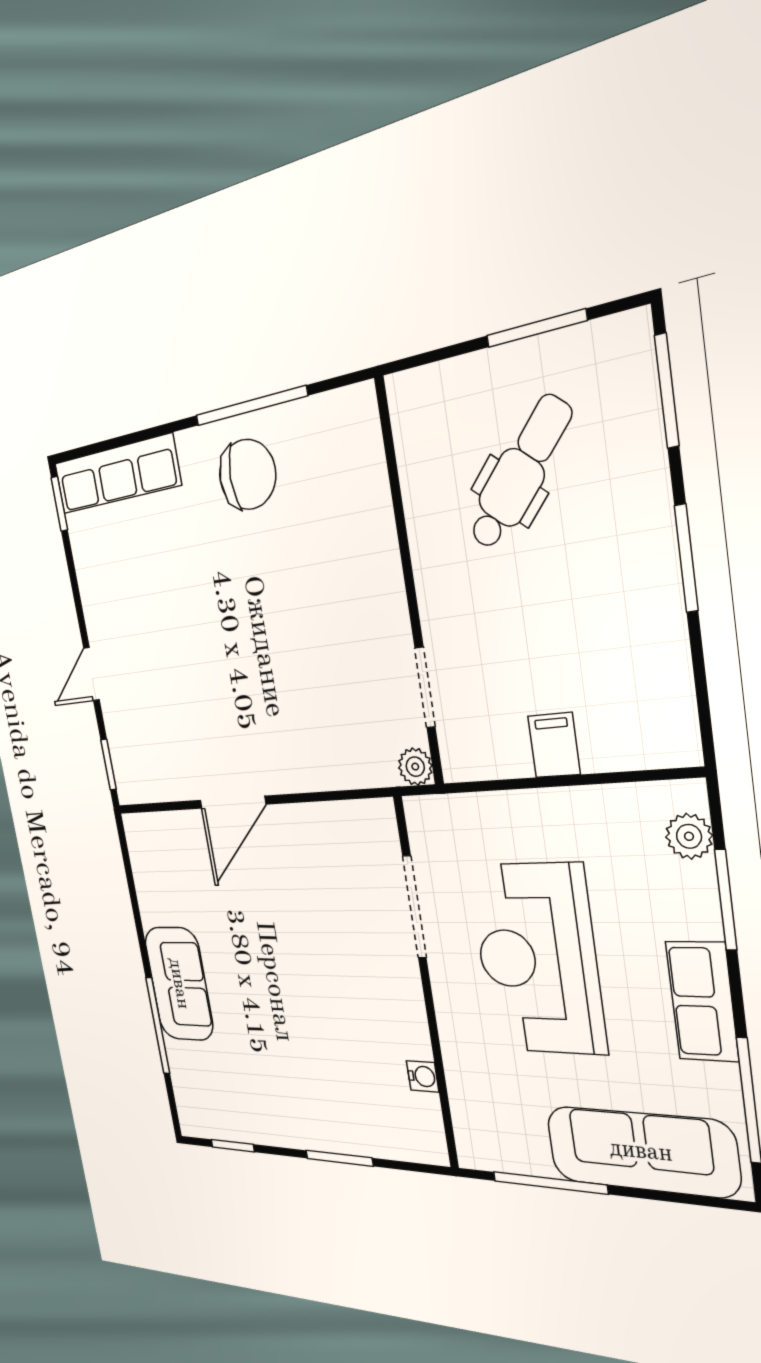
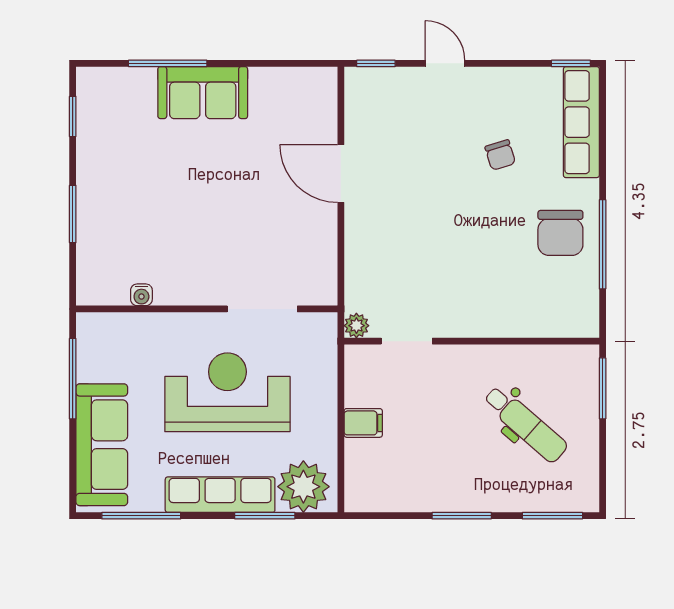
window: (536, 328) -> (603, 388), moved
chair: (173, 582) -> (500, 155), added
plant: (689, 836) -> (303, 487), width x1.87, depth x1.87
row of seats: (702, 1002) -> (220, 495), width x1.48

